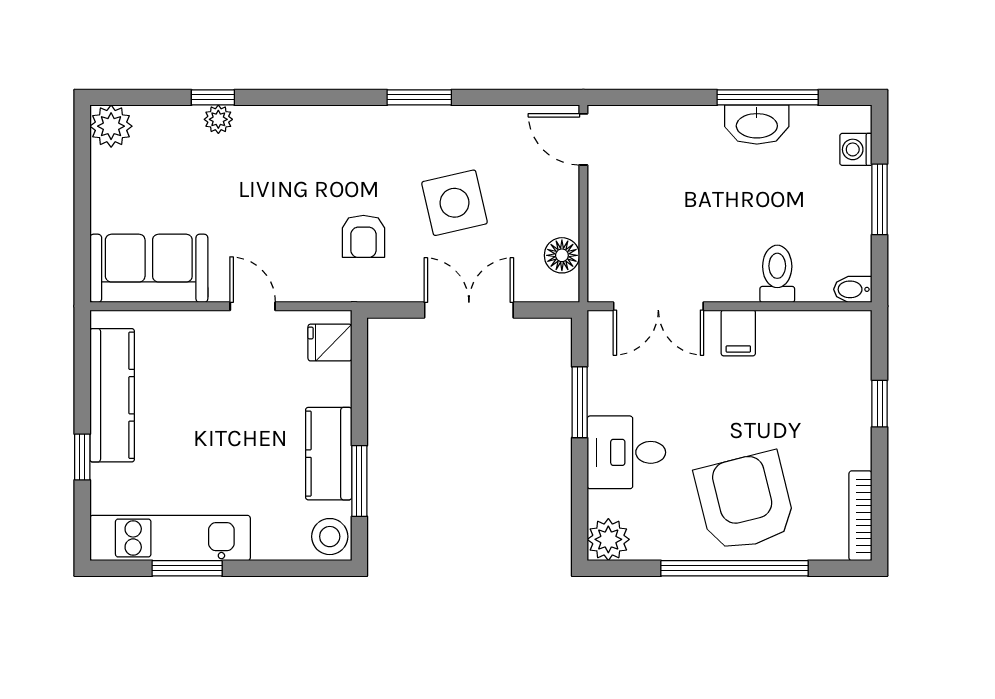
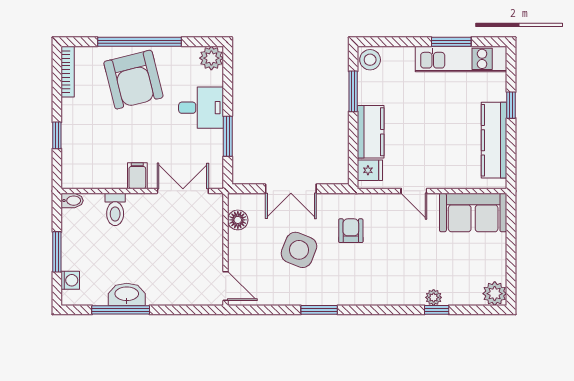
side table: (454, 203) -> (299, 250), turned 35
kitchen counter: (329, 454) -> (371, 132), moved

